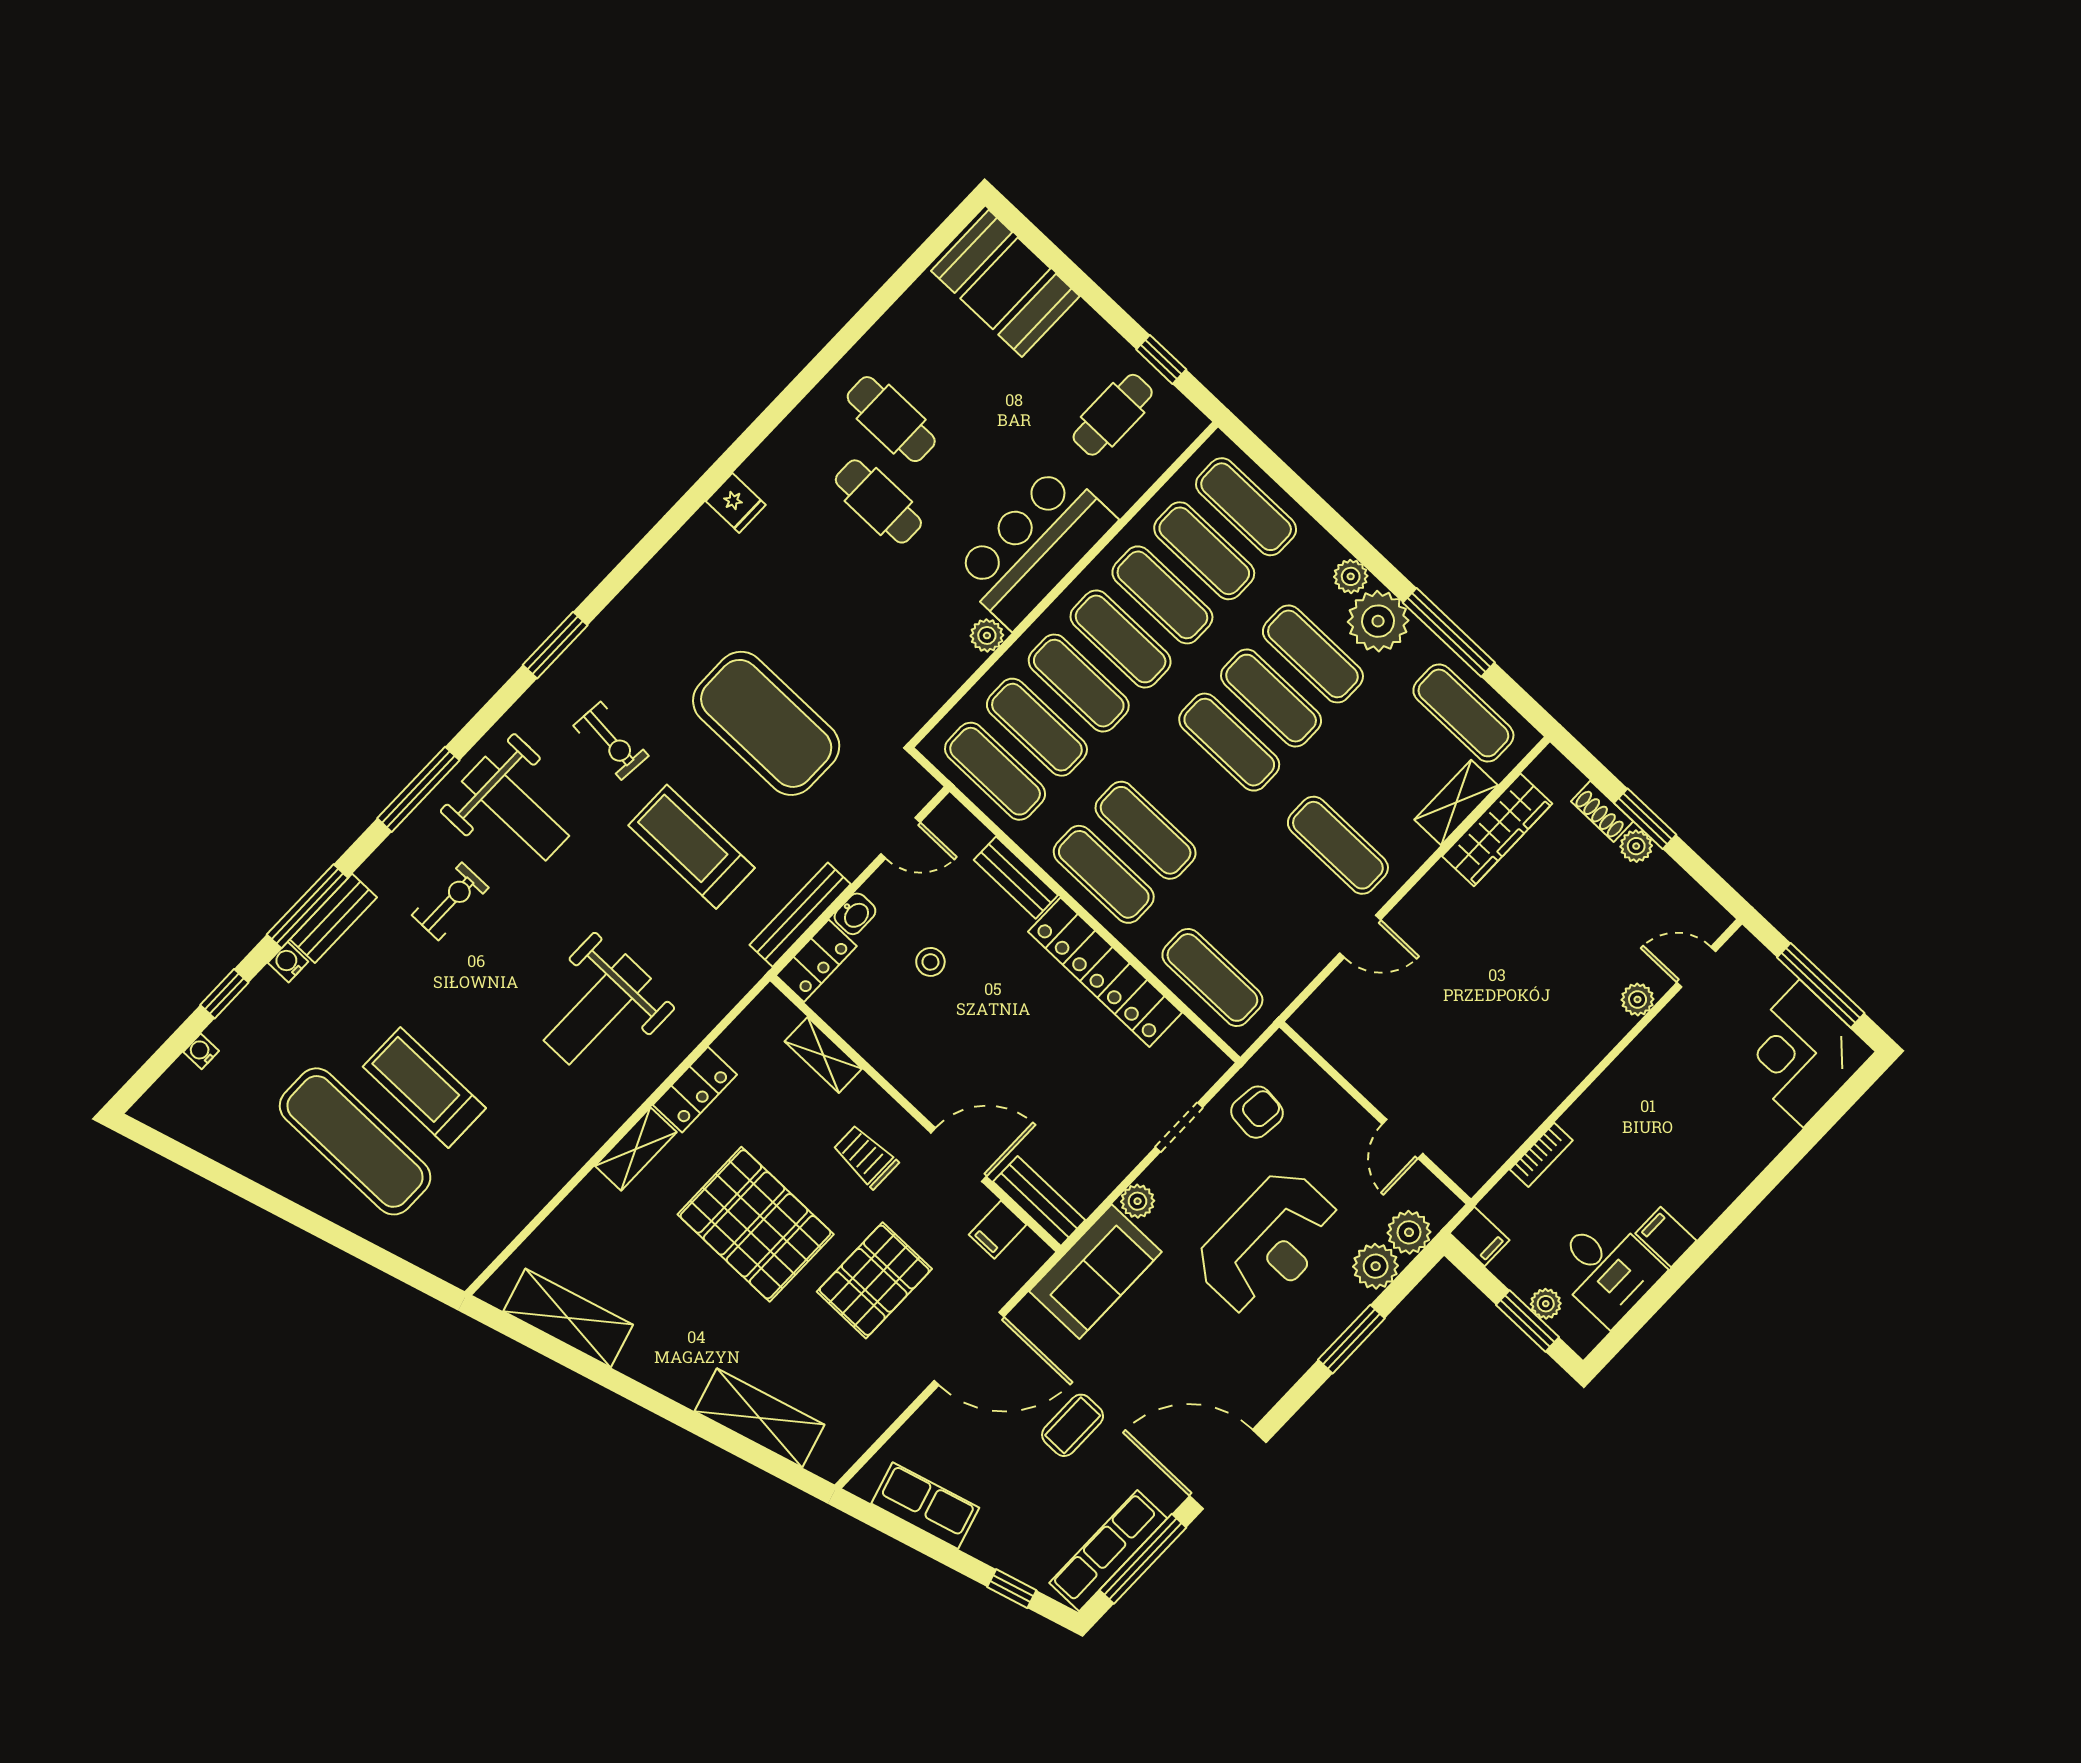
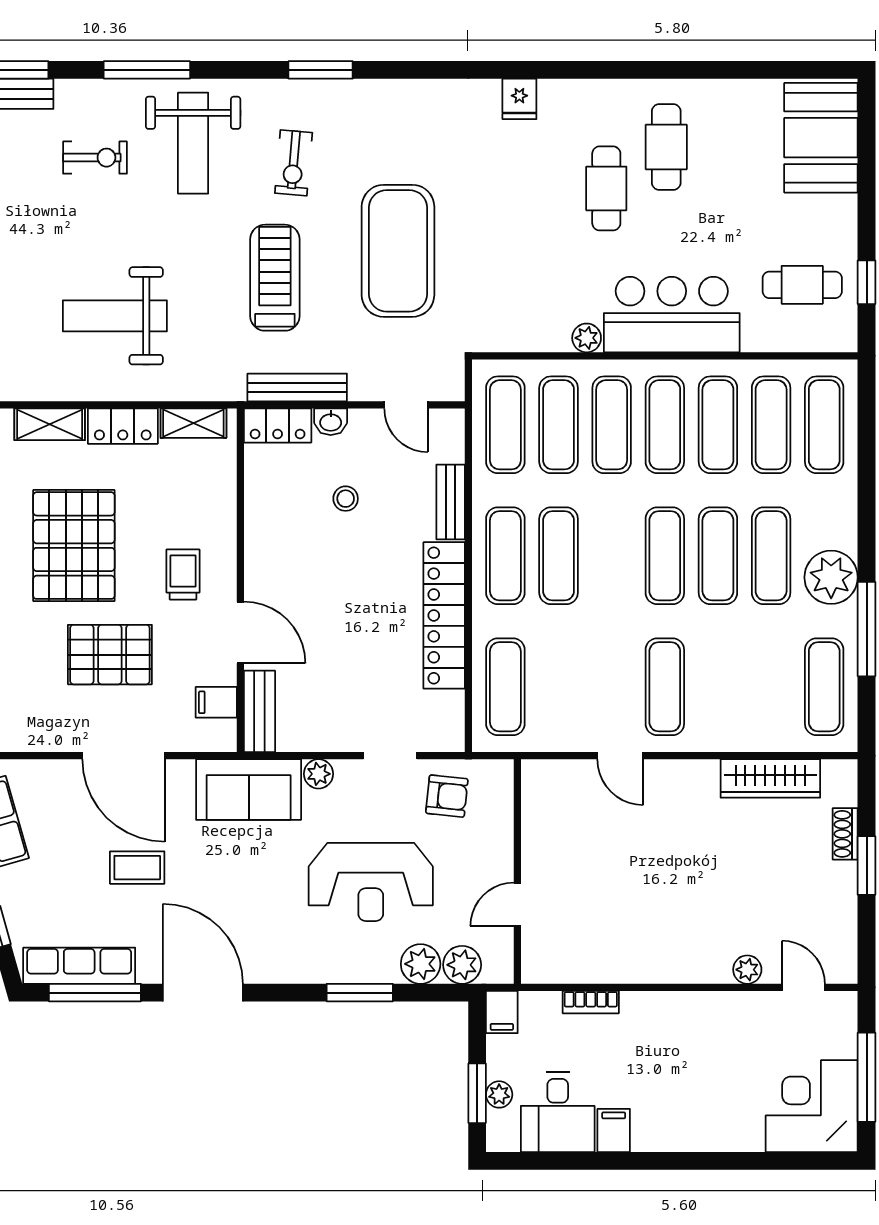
plant: (1351, 576) -> (843, 533), removed
shelving: (1456, 802) -> (763, 736), removed
plant: (1636, 846) -> (844, 876), removed
shelving: (823, 1055) -> (193, 423), moved, turned 90

